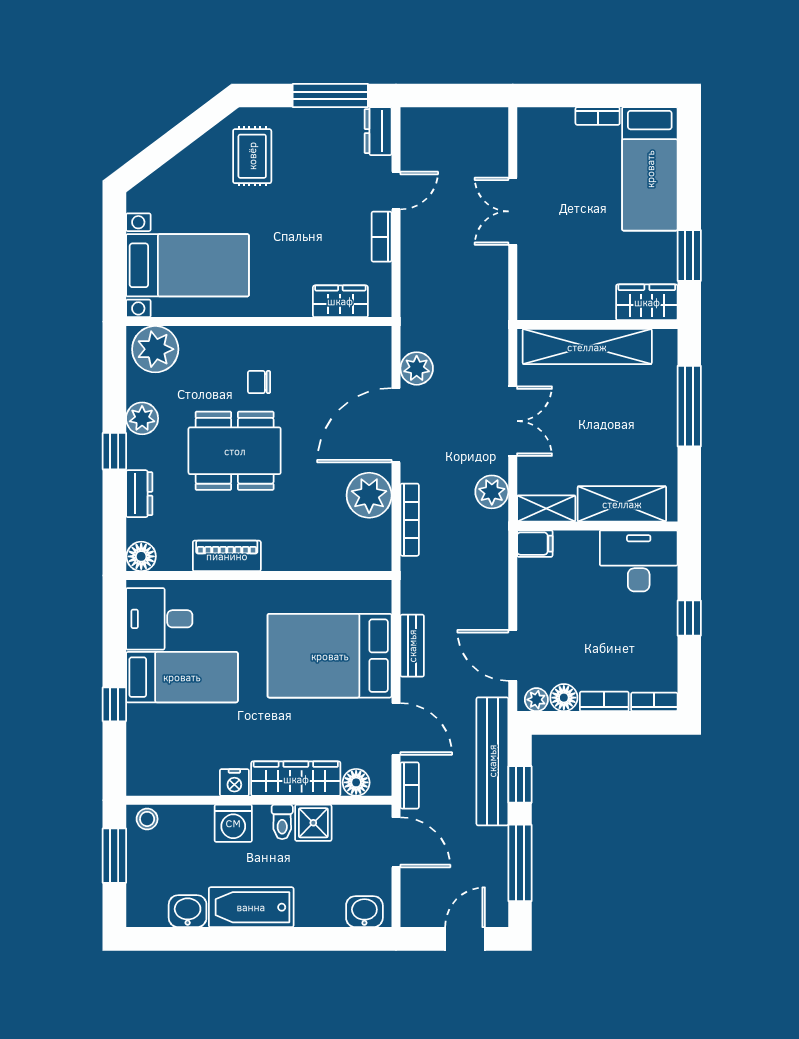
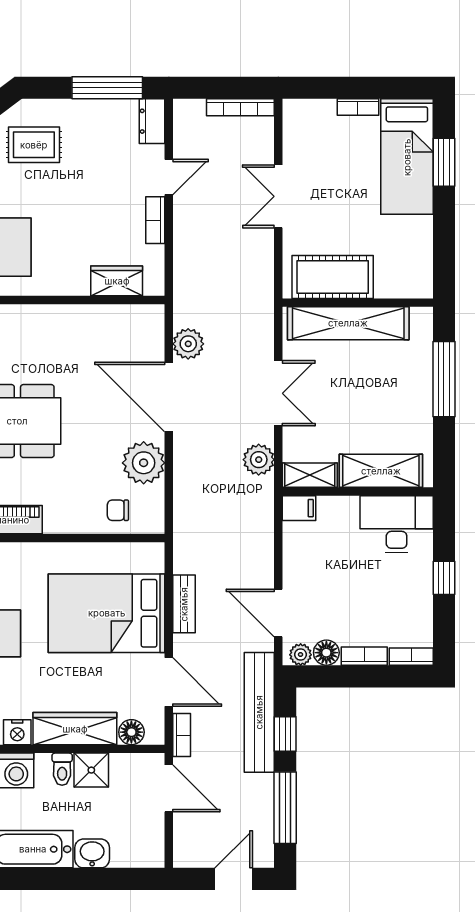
rug: (252, 156) -> (34, 145), turned 90
window: (689, 256) -> (444, 162), moved
cot: (571, 297) -> (333, 277), added
wardrobe: (647, 302) -> (404, 282), removed
chair: (259, 382) -> (118, 510), moved
door: (396, 425) -> (169, 397), hinge flipped
bookcase: (410, 520) -> (240, 107), moved, turned 90
washbasin: (364, 912) -> (92, 853), moved

